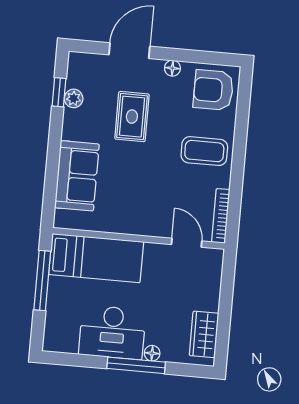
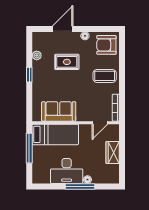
window: (59, 92) -> (29, 75), moved
rug: (132, 117) -> (67, 62), turned 90
sofa: (77, 176) -> (59, 111), moved, turned -90
door: (187, 243) -> (100, 123), swing flipped
wardrobe: (204, 334) -> (113, 152), moved

